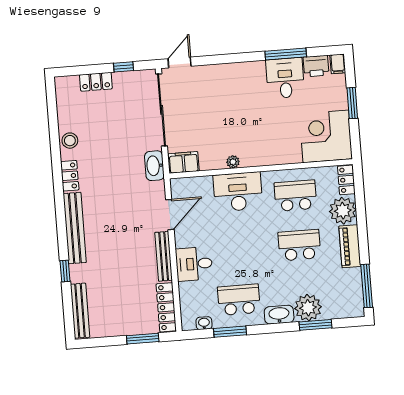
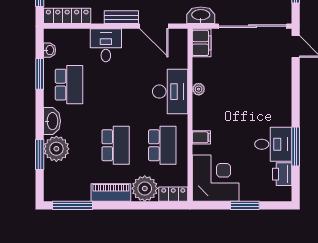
filing cabinet: (338, 64) -> (201, 137), moved, turned 180
bench: (164, 256) -> (121, 17), width x0.73

